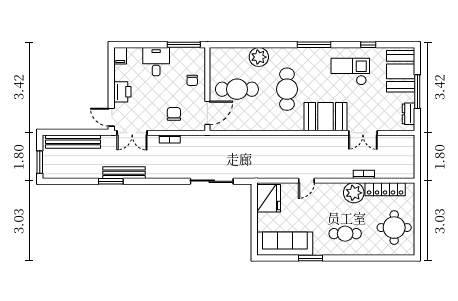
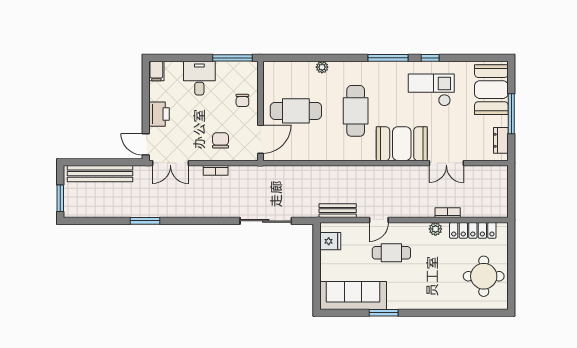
window: (368, 45) -> (430, 58), moved
plant: (259, 57) -> (322, 67), width x0.53, depth x0.53
bench: (124, 173) -> (338, 211), moved, width x0.73
plant: (354, 193) -> (435, 229), width x0.53, depth x0.53
fridge: (269, 198) -> (330, 241), width x0.53, depth x0.75
cafe table: (345, 234) -> (391, 253), moved

